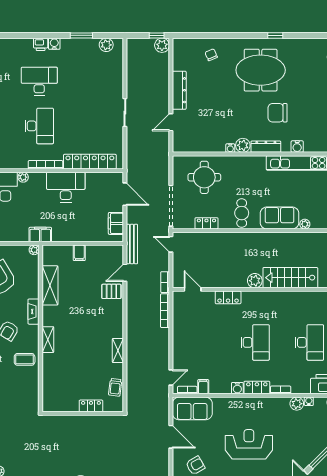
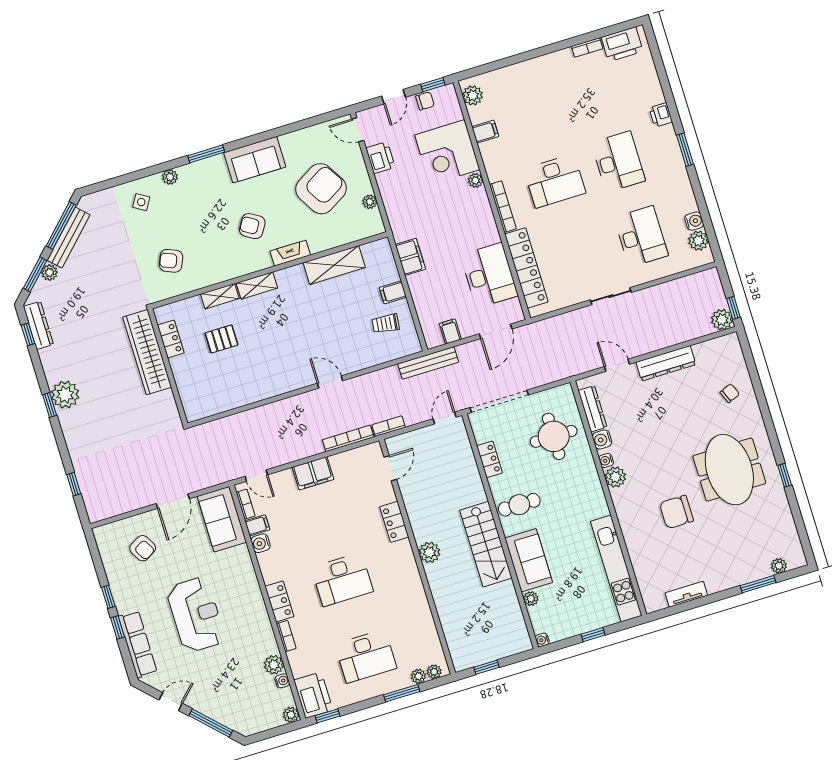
window: (81, 35) -> (685, 150), moved
printer: (41, 44) -> (661, 115), moved
water cooler: (54, 44) -> (694, 221), moved
desk: (92, 81) -> (641, 236), added
chair: (278, 113) -> (676, 512), turned -90
dresser: (266, 147) -> (593, 409), moved
water cooler: (297, 147) -> (602, 440), moved
desk: (66, 187) -> (489, 275), moved
filing cabinet: (116, 223) -> (450, 331), width x0.50
filing cabinet: (40, 235) -> (410, 257), moved
plant: (34, 250) -> (370, 202), moved
door: (125, 273) -> (330, 382), moved
stairs: (290, 278) -> (486, 544), moved, turned 180
pallet: (111, 291) -> (221, 339), moved, turned 90
filing cabinet: (181, 340) -> (313, 473), added
shelving: (118, 351) -> (220, 296), moved
coffee table: (25, 359) -> (219, 261), removed
trolley: (115, 387) -> (386, 324), moved
water cooler: (237, 388) -> (261, 543), moved
armchair: (15, 390) -> (171, 261), added
locker: (91, 406) -> (171, 339), moved
wardrobe: (69, 424) -> (147, 352), added

